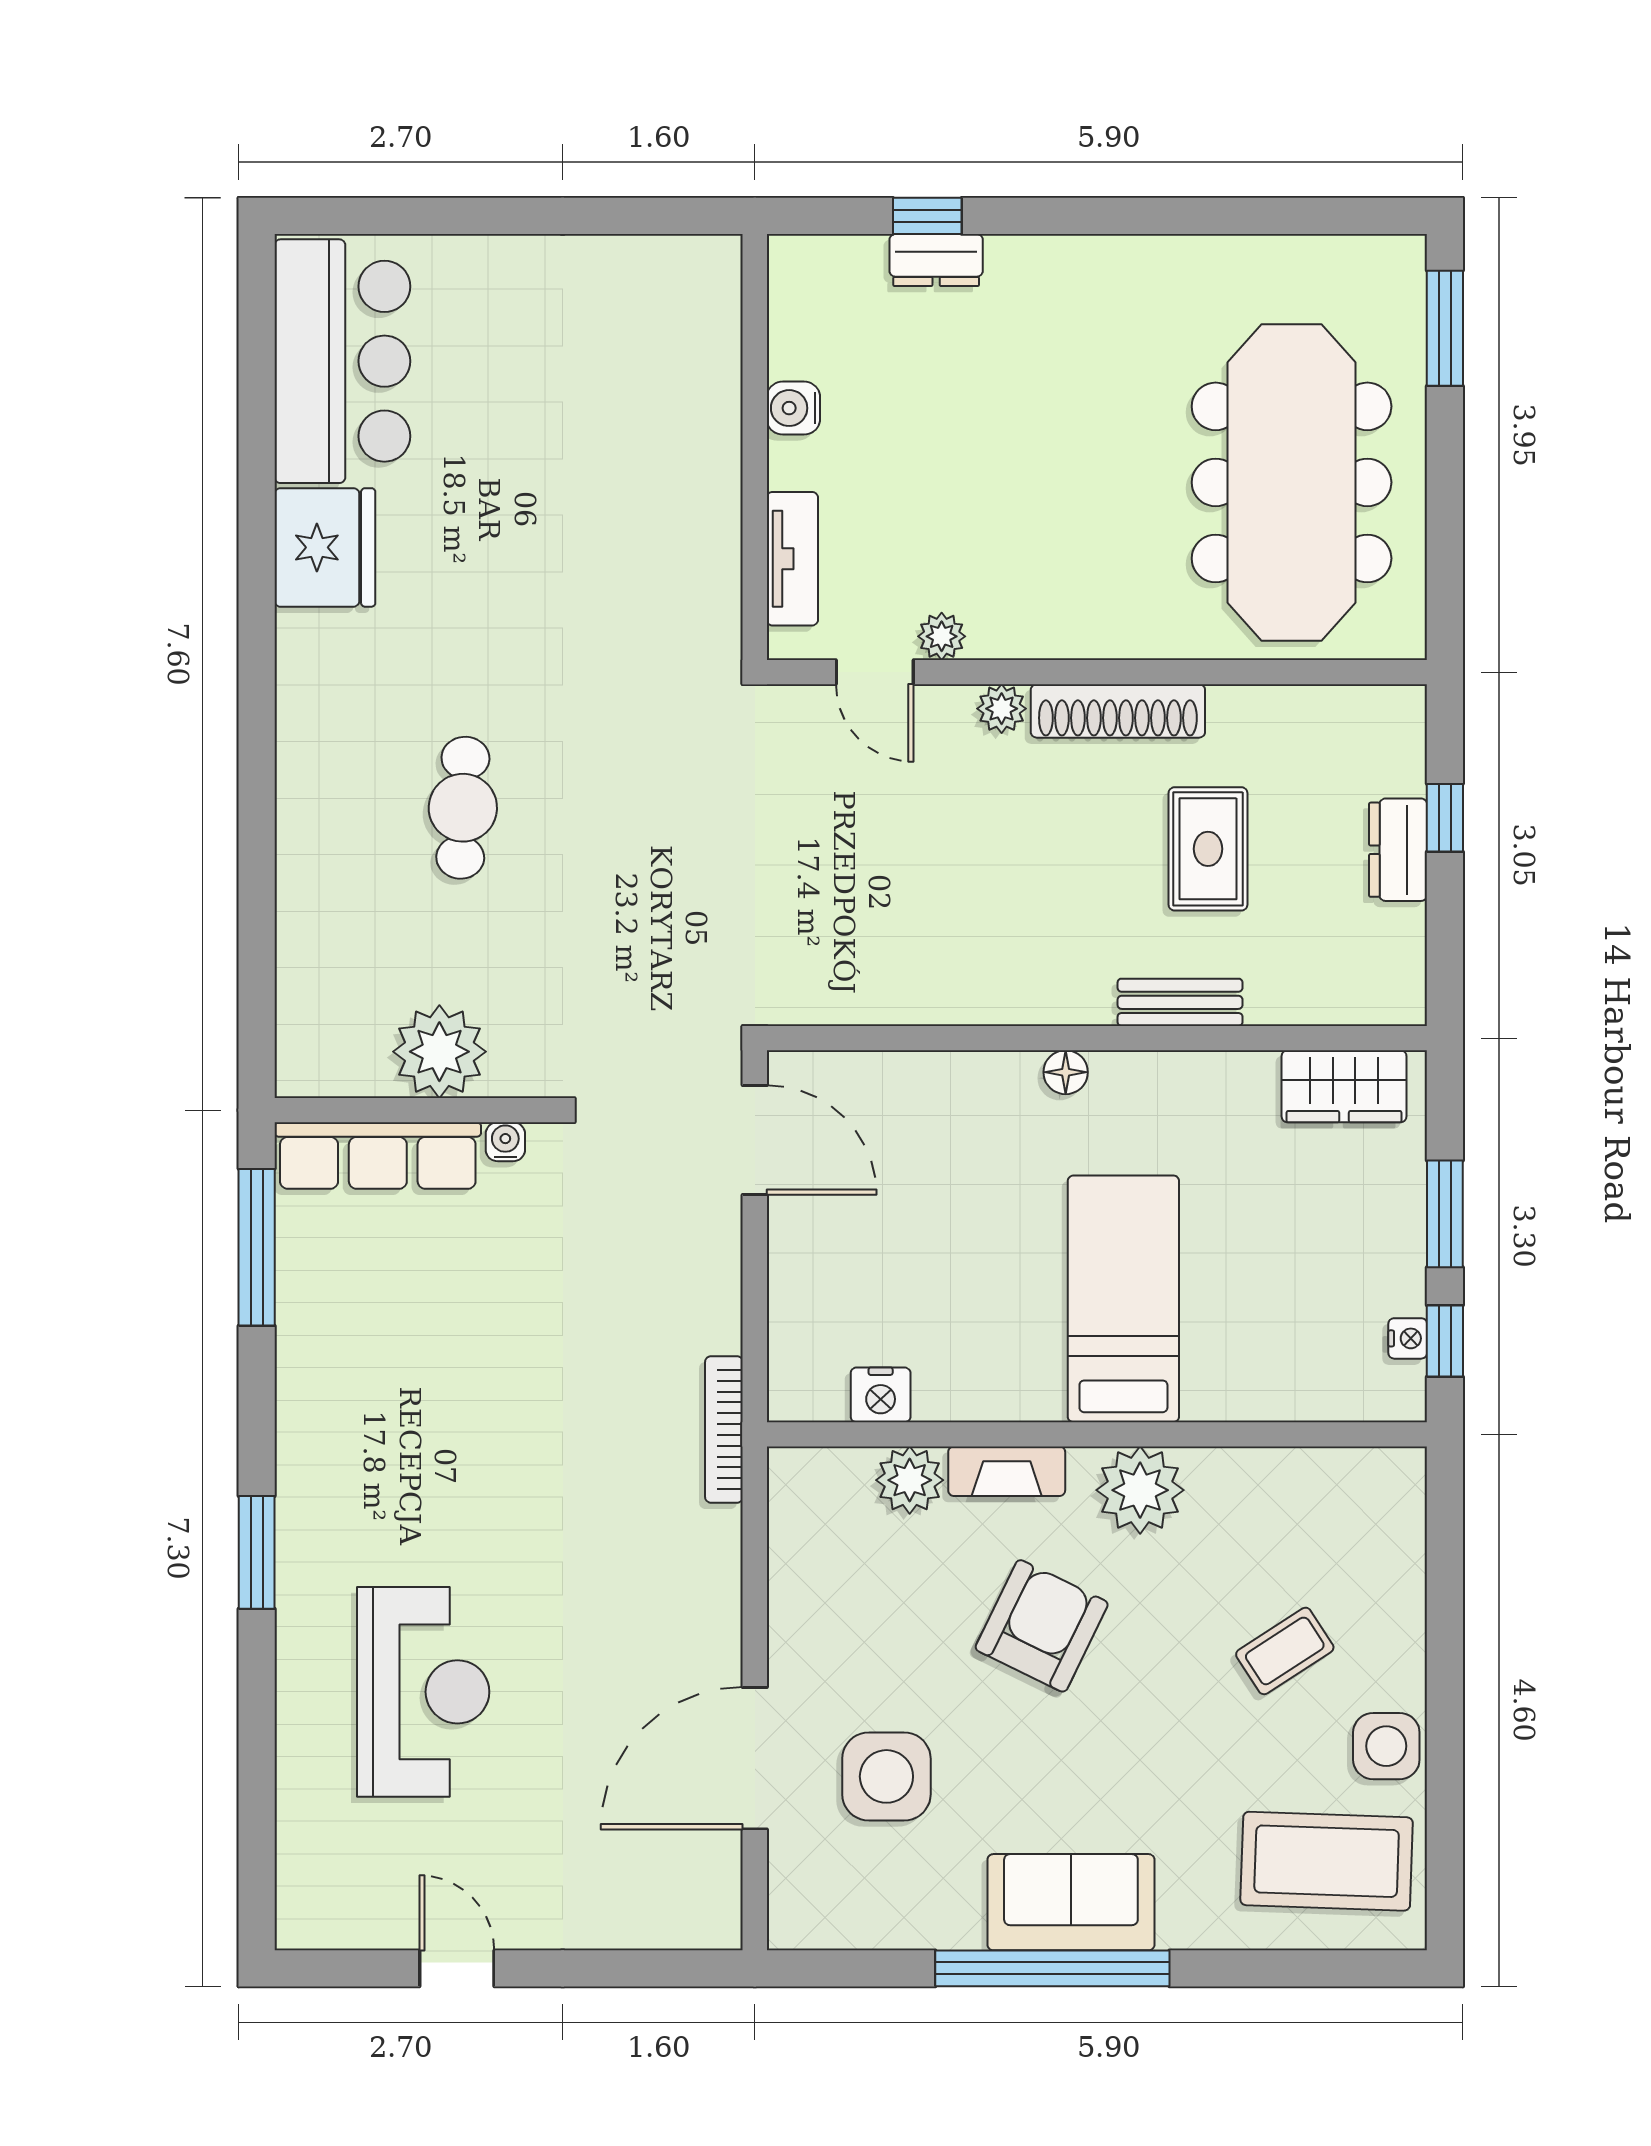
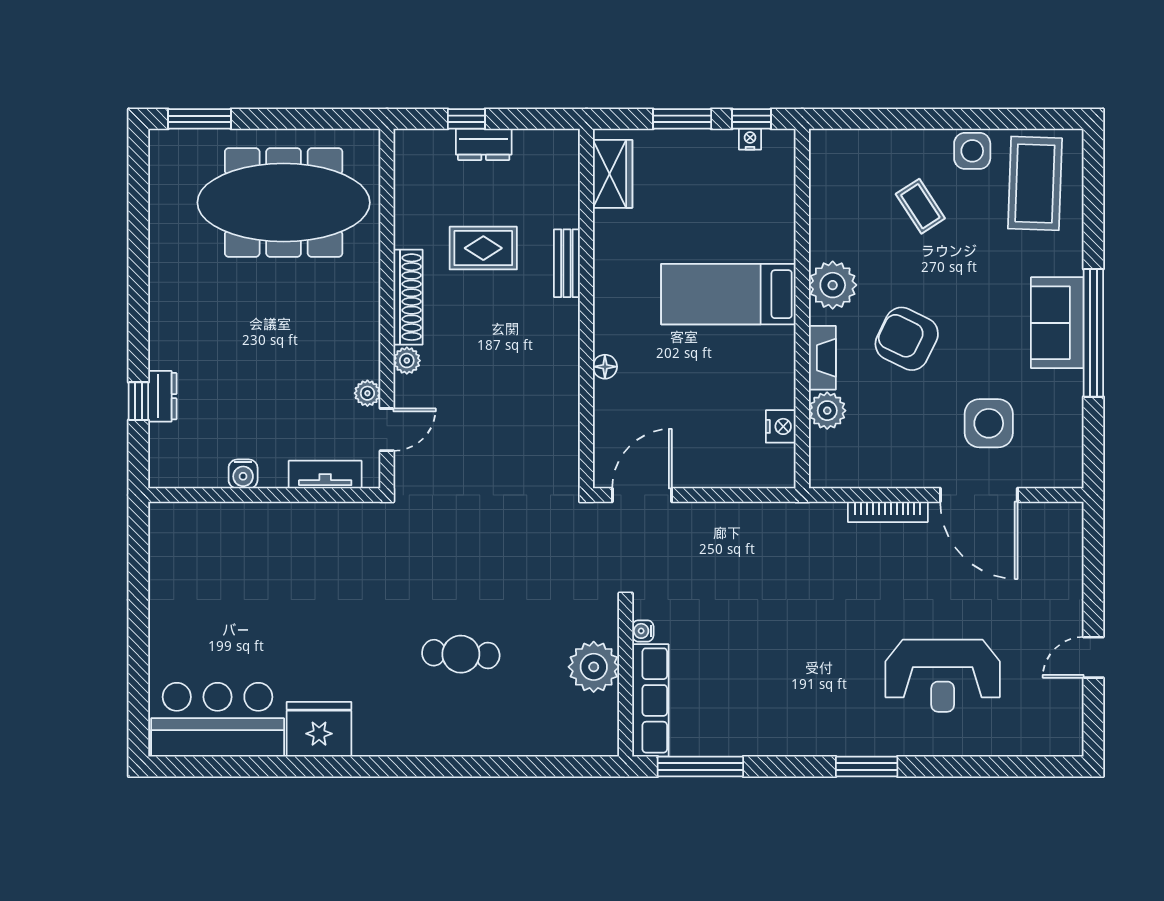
floor lamp: (1066, 1072) -> (605, 367), moved
bookcase: (724, 1429) -> (888, 512), moved
reception desk: (423, 1692) -> (943, 676), turned 180

